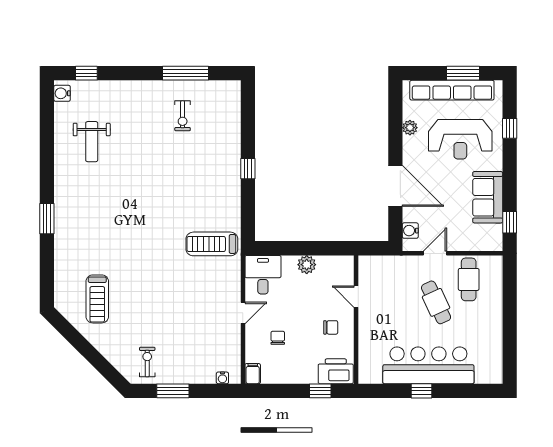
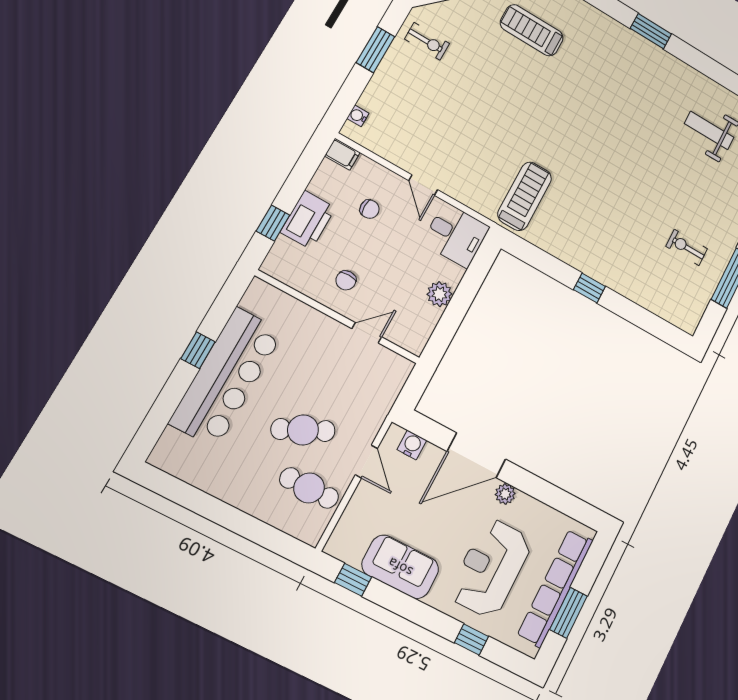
plant: (410, 128) -> (505, 494), moved
printer: (336, 371) -> (308, 220), moved

